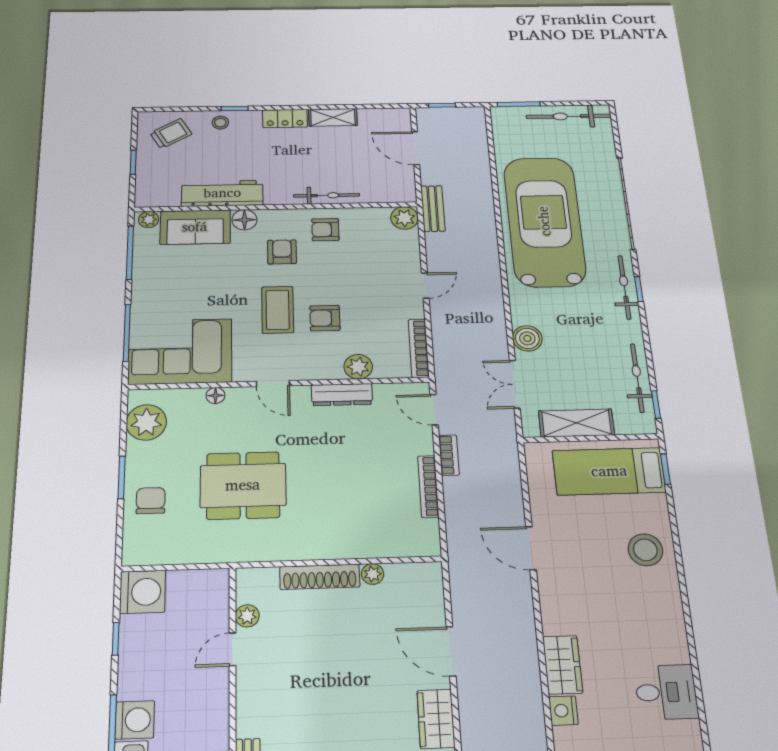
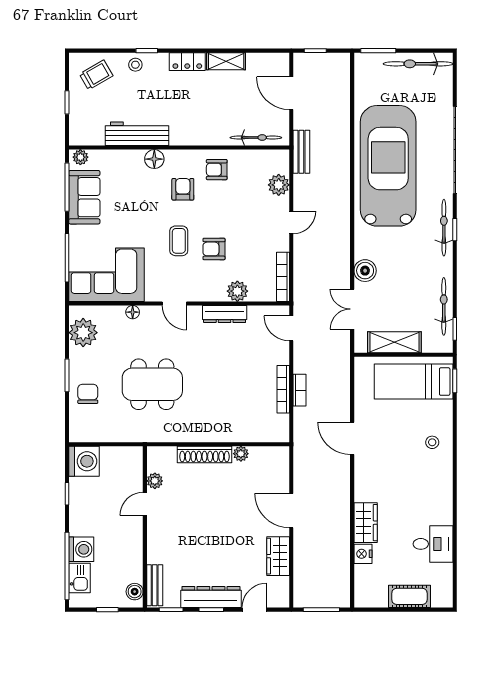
bicycle: (327, 195) -> (256, 138), moved
plant: (404, 218) -> (279, 185), moved
sofa: (195, 227) -> (84, 197), moved, turned -90
coffee table: (278, 310) -> (179, 241), width x0.73, depth x0.77
bookcase: (449, 455) -> (300, 390), moved
stool: (645, 550) -> (432, 442), width x0.53, depth x0.53

